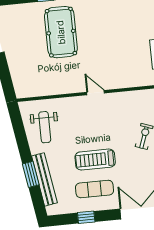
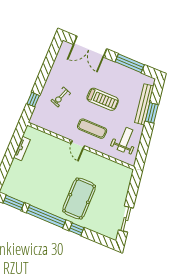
exercise mat: (95, 189) -> (92, 129), moved
window: (86, 217) -> (130, 63), width x2.17

